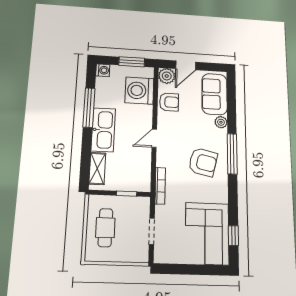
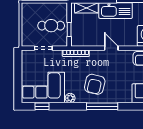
plant: (221, 122) -> (70, 98), moved
cafe table: (105, 228) -> (51, 26), moved

